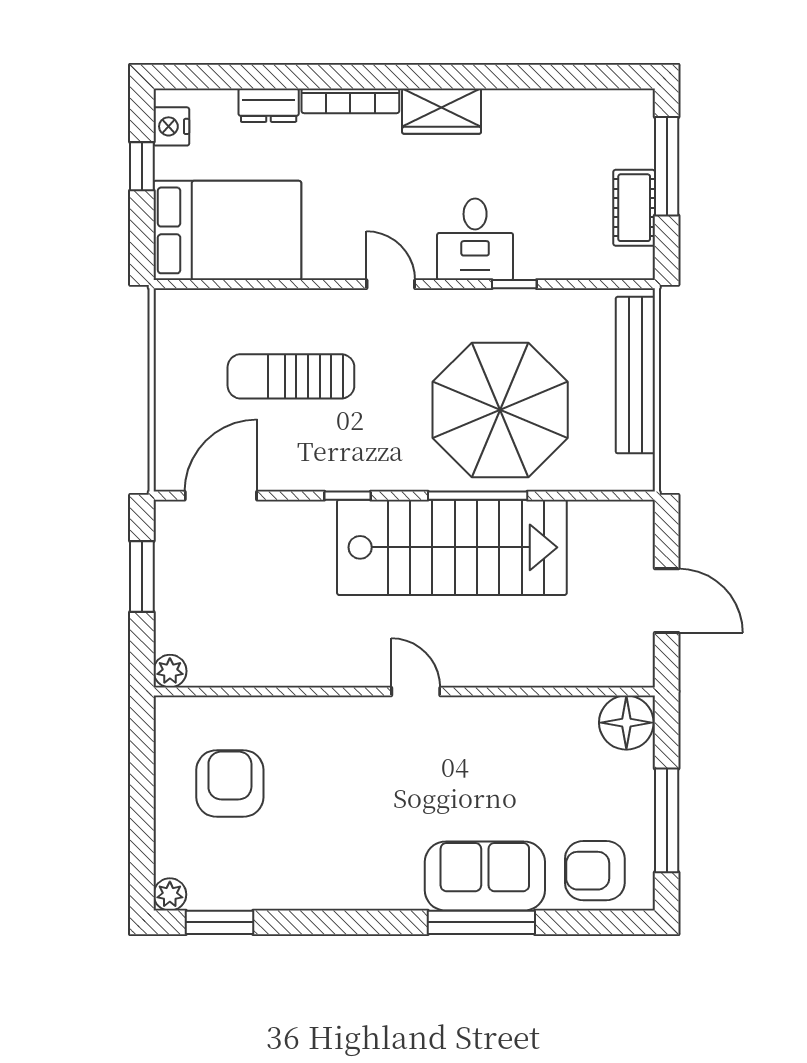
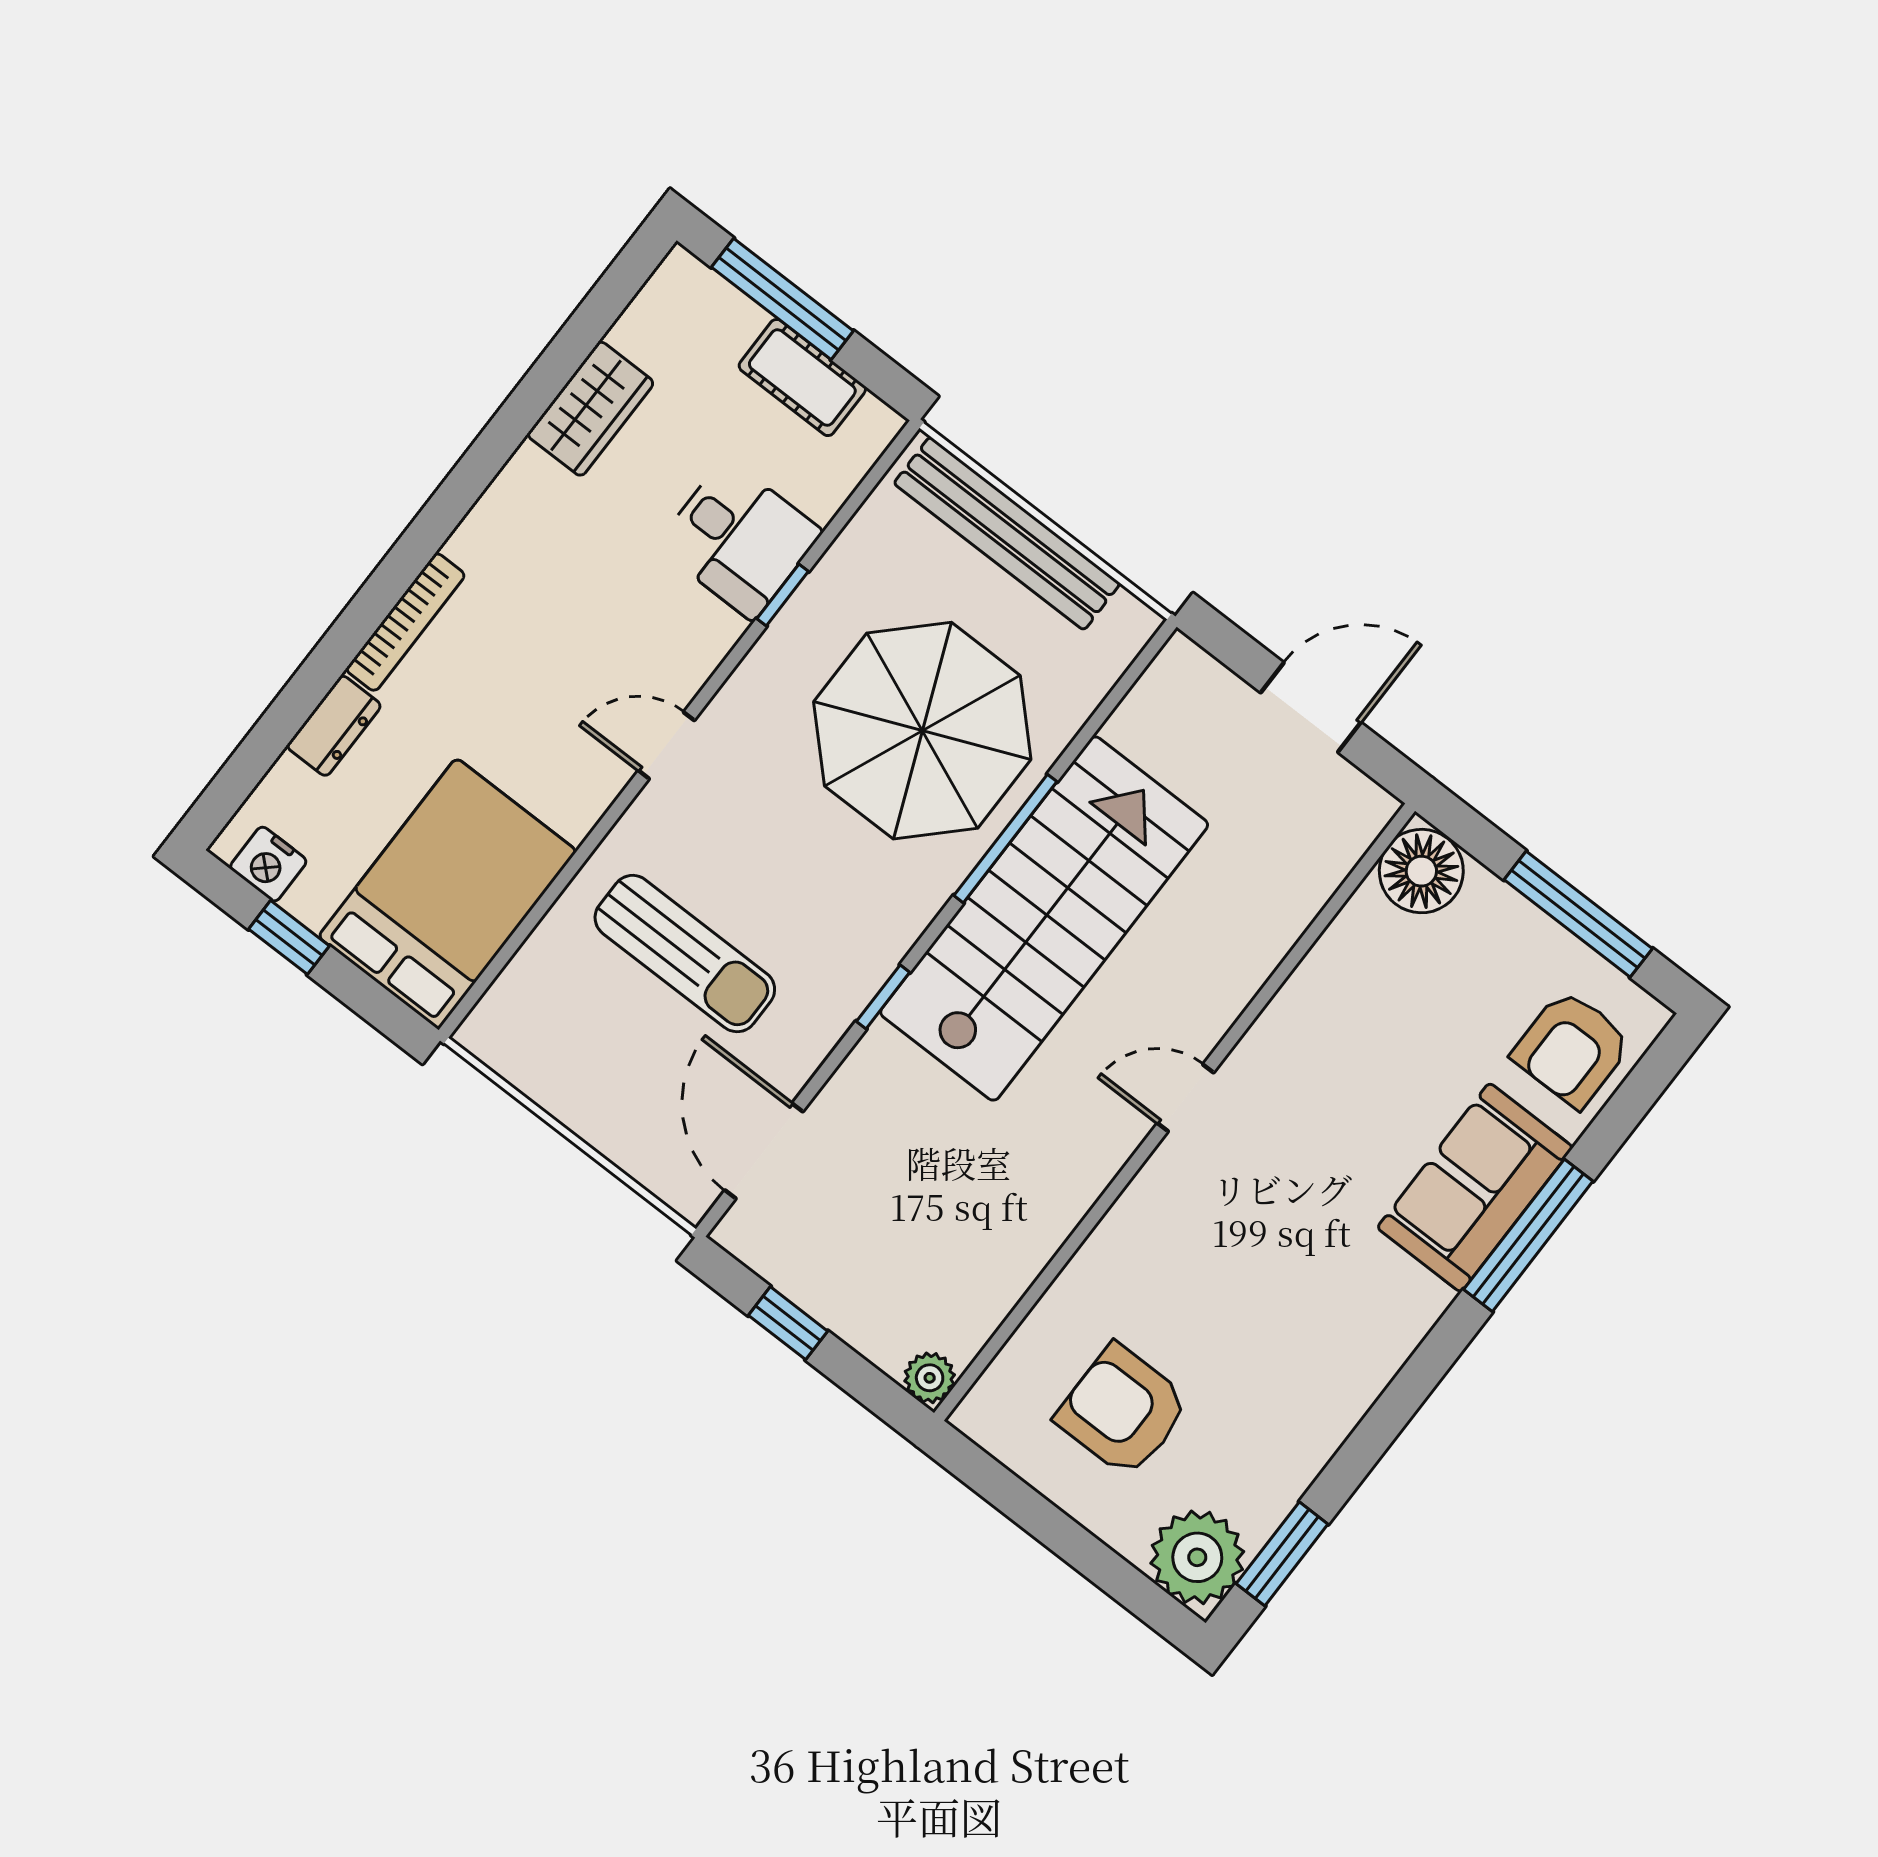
wardrobe: (442, 111) -> (591, 409), moved
desk: (475, 239) -> (739, 539), moved
sun lounger: (291, 376) -> (685, 954), turned -90
window: (142, 576) -> (788, 1323), width x0.67
plant: (170, 894) -> (1197, 1557), width x1.87, depth x1.87

